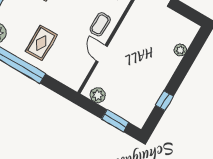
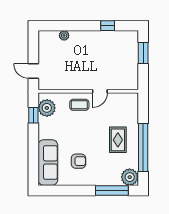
rug: (41, 43) -> (118, 140), turned 90
plant: (98, 95) -> (132, 77), removed

